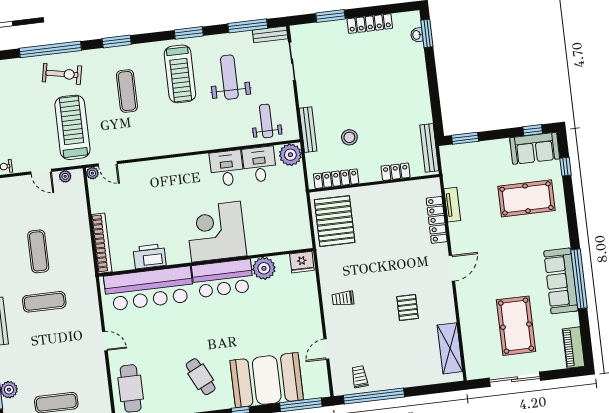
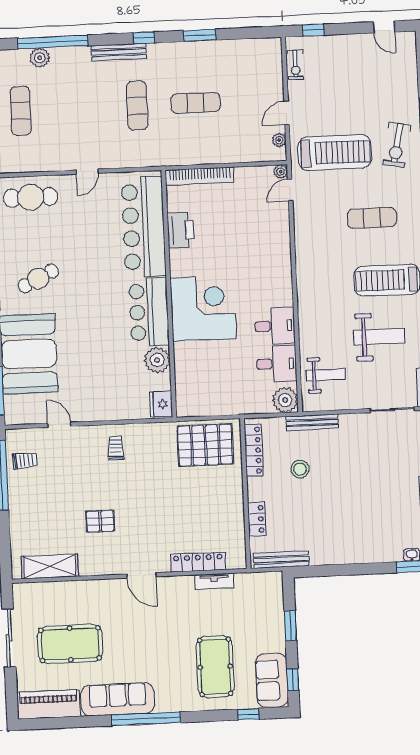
window: (465, 138) -> (290, 626), moved
window: (579, 279) -> (146, 719), moved
piano: (573, 348) -> (49, 704), width x1.37, depth x1.33

